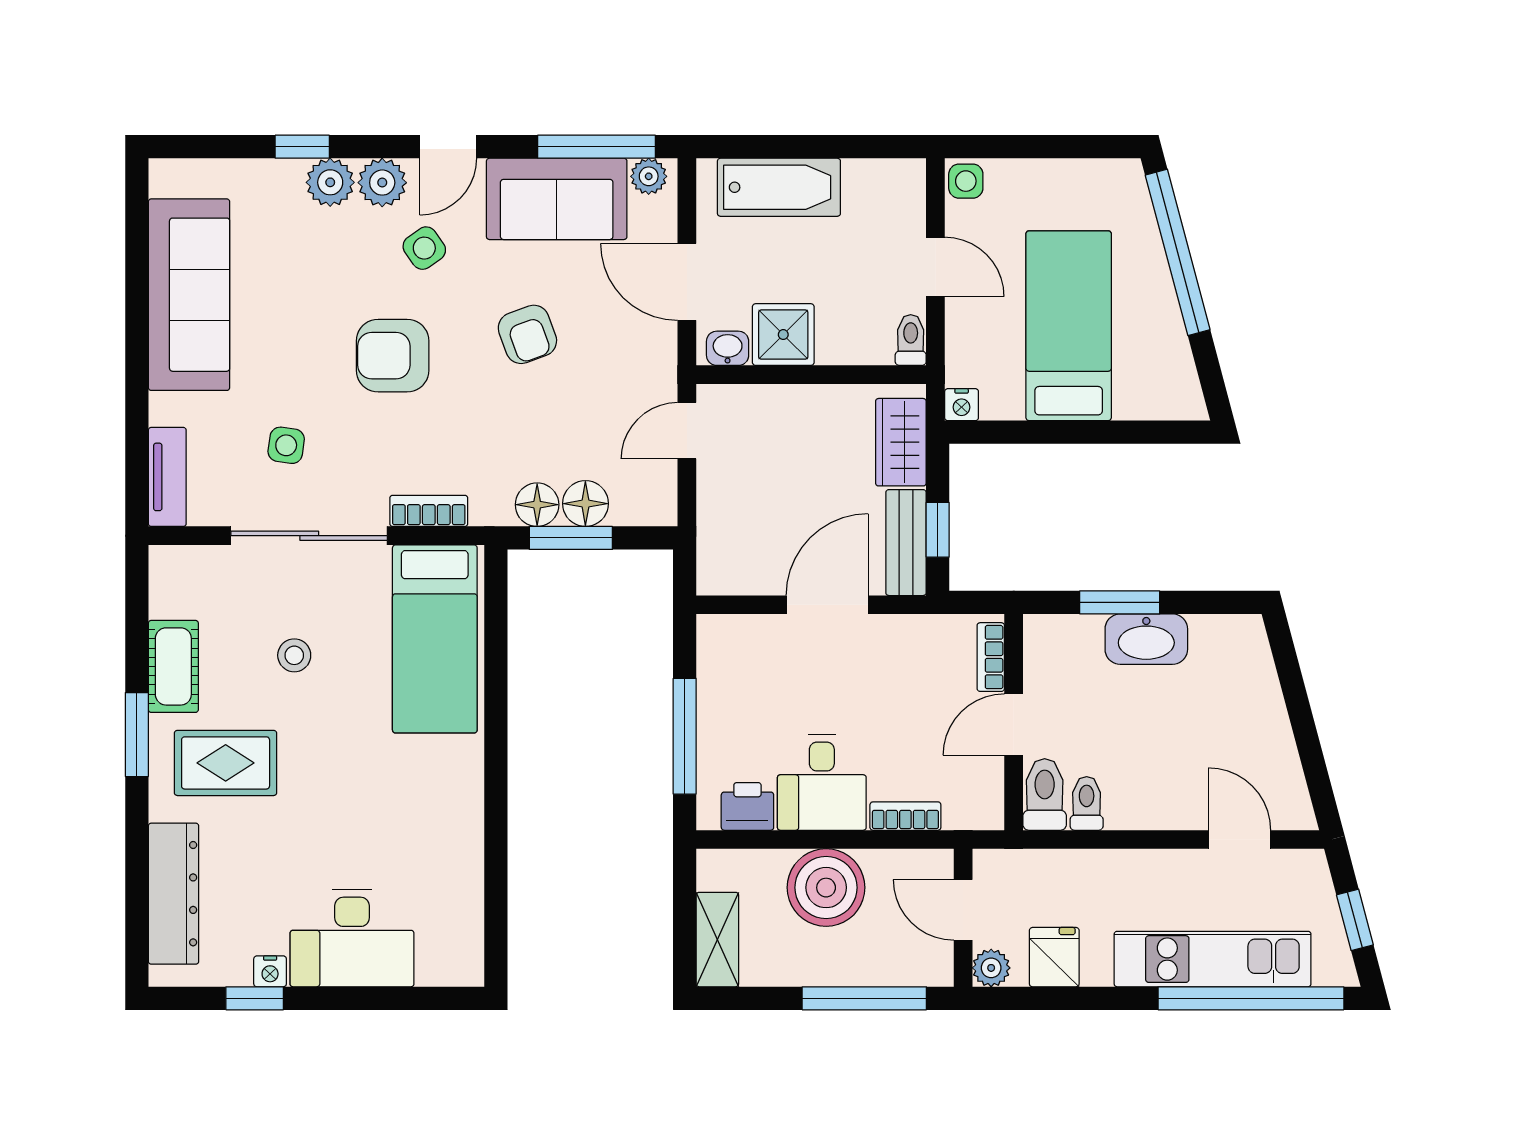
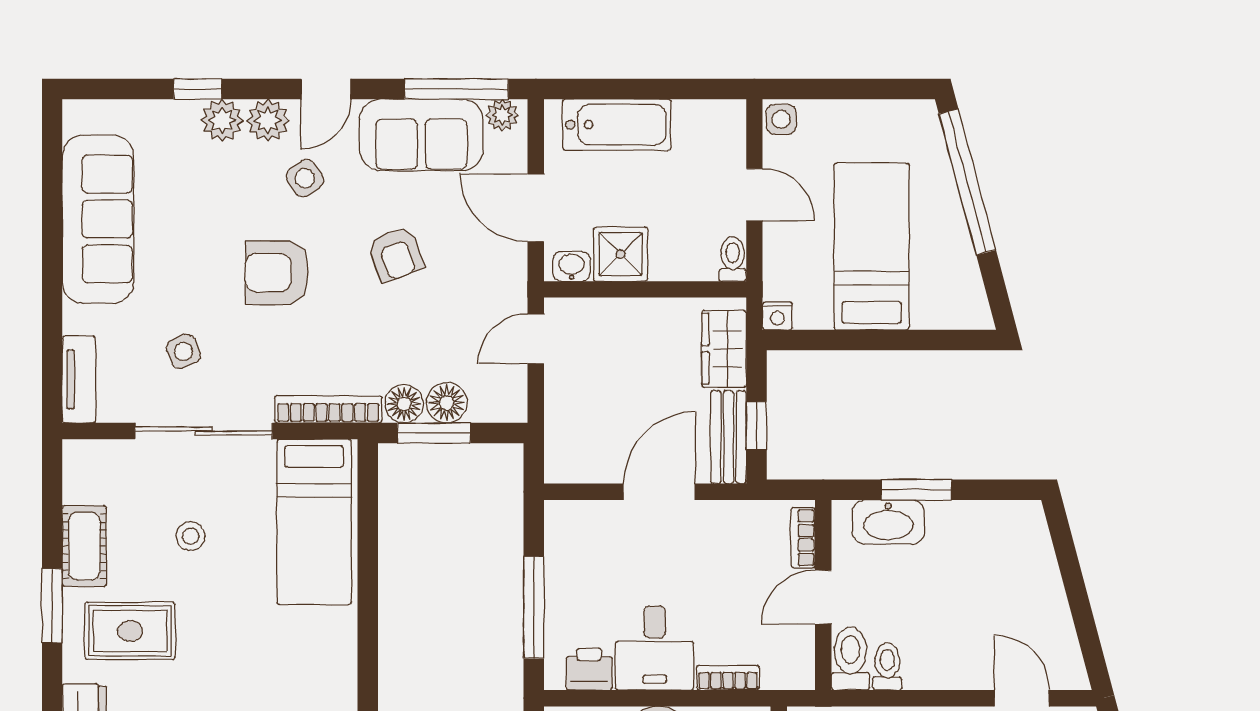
side table: (286, 445) -> (183, 352), turned -31
bookcase: (429, 511) -> (328, 409), width x1.56
washbasin: (1146, 639) -> (888, 522), moved

